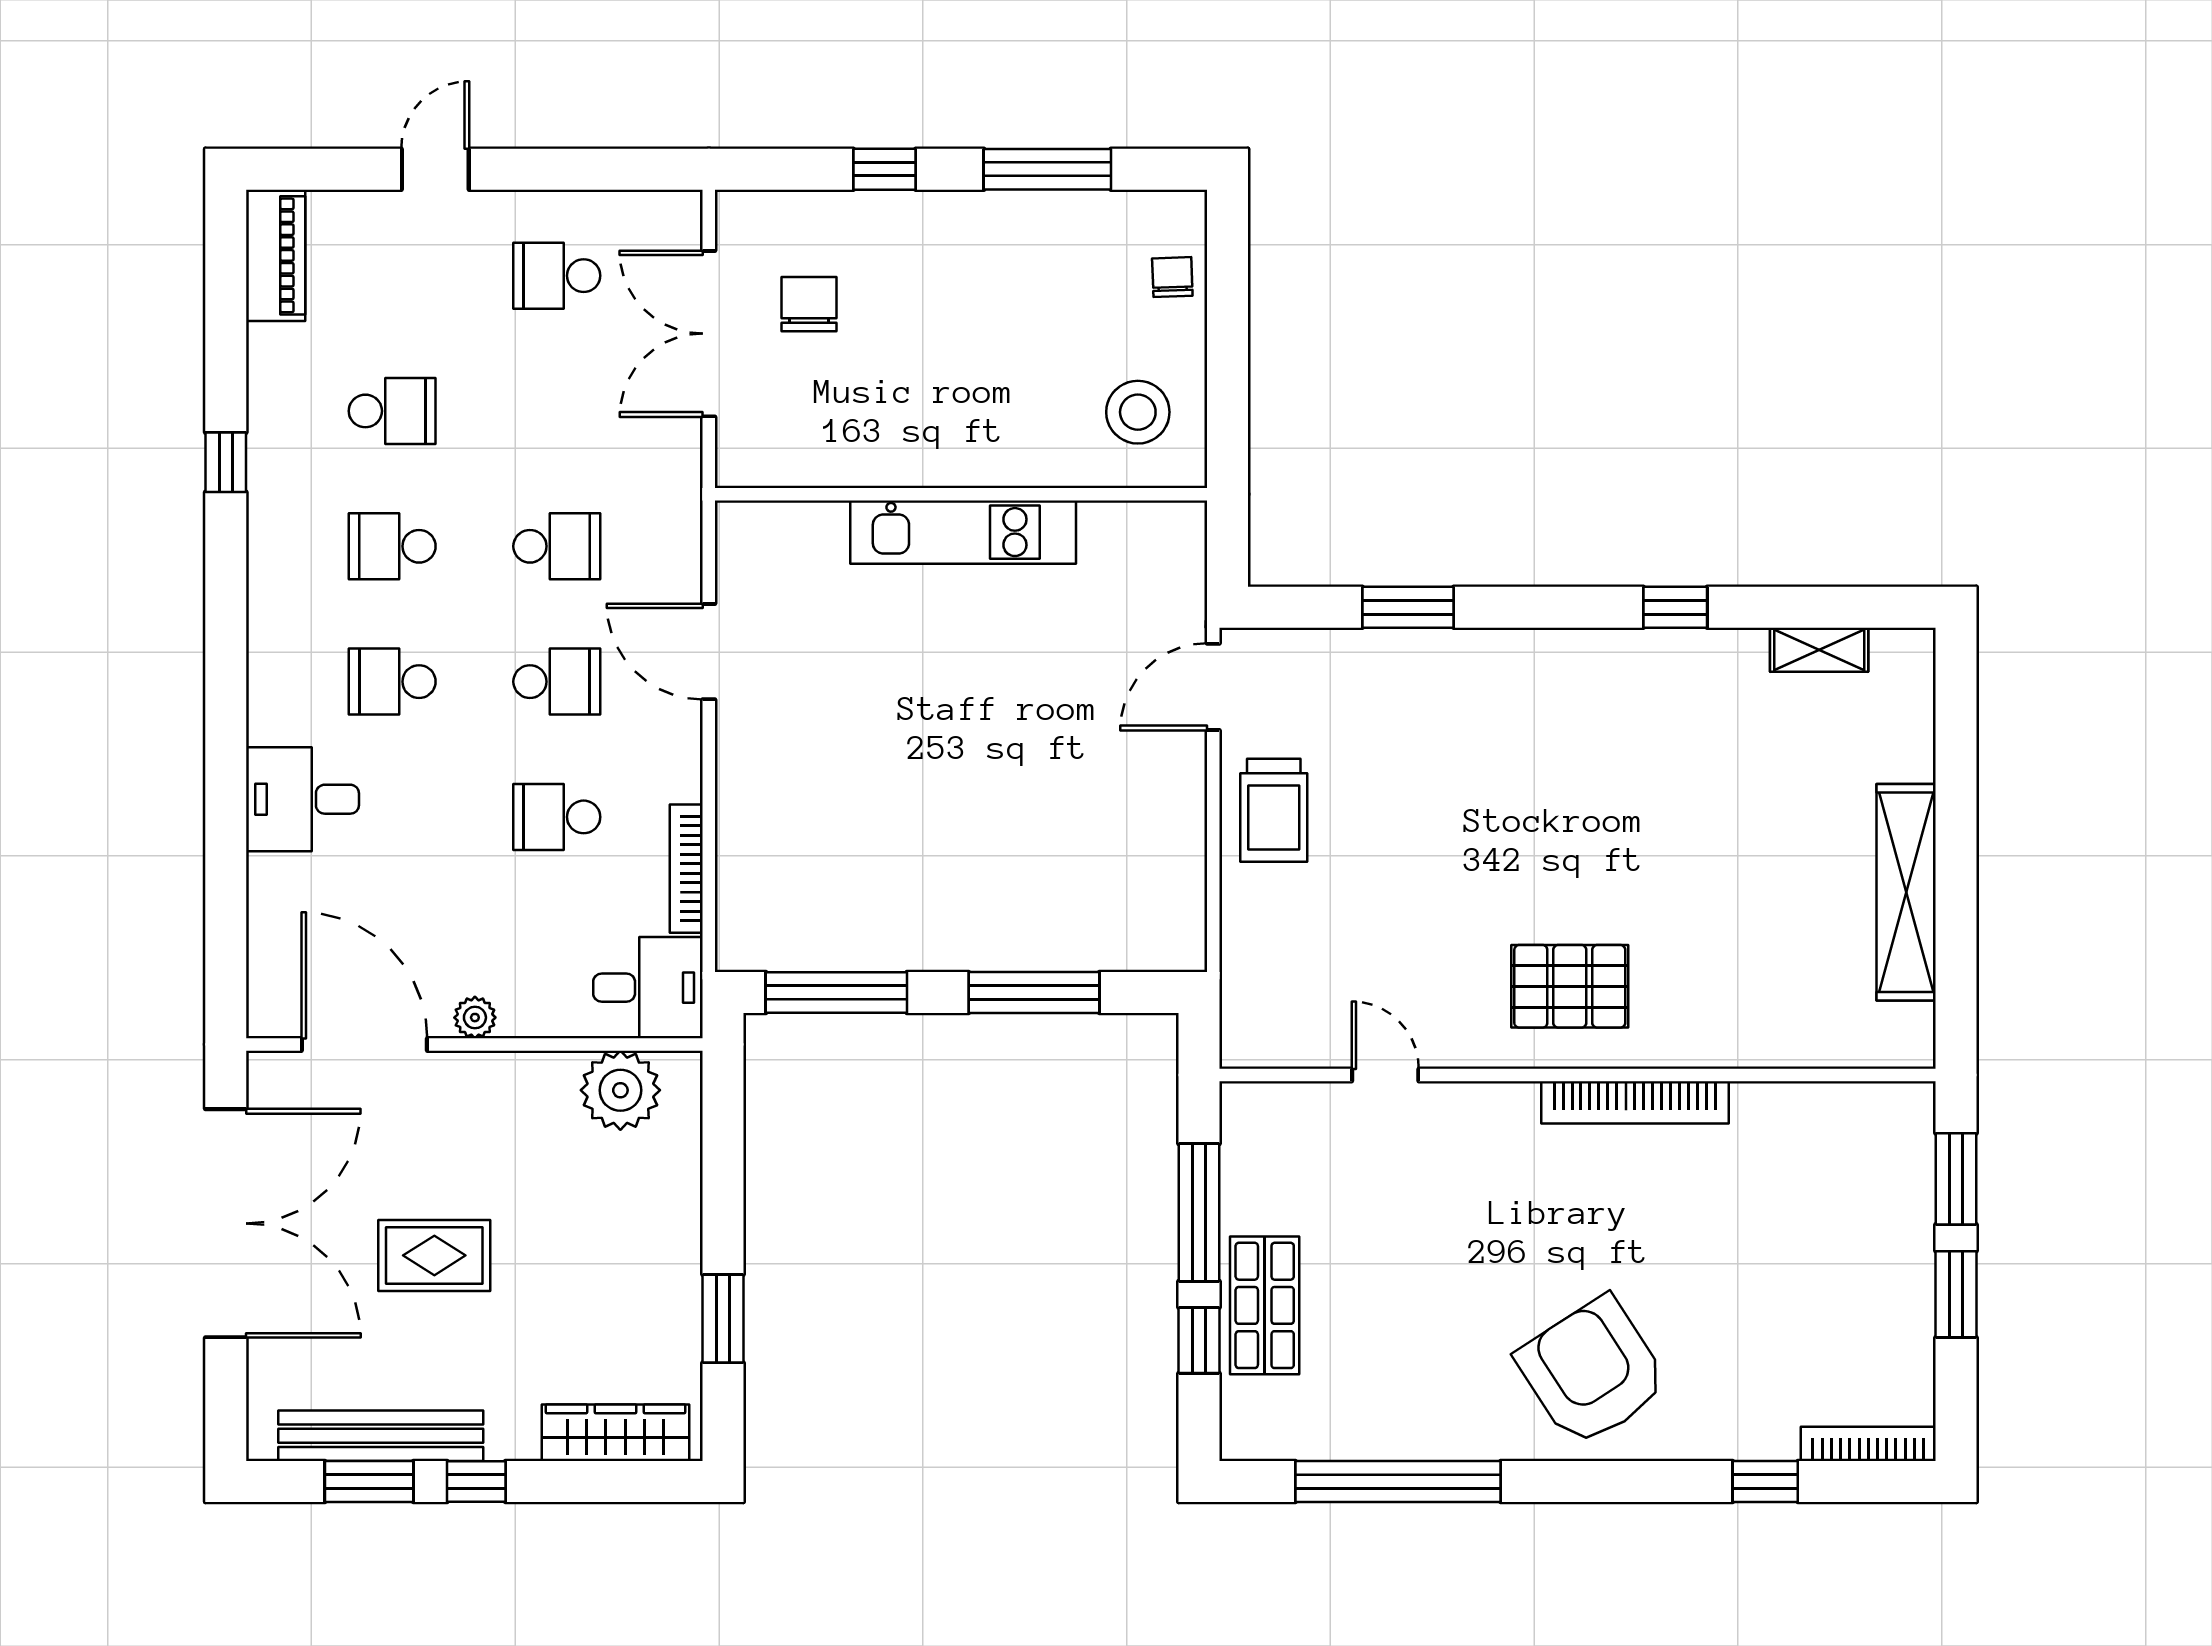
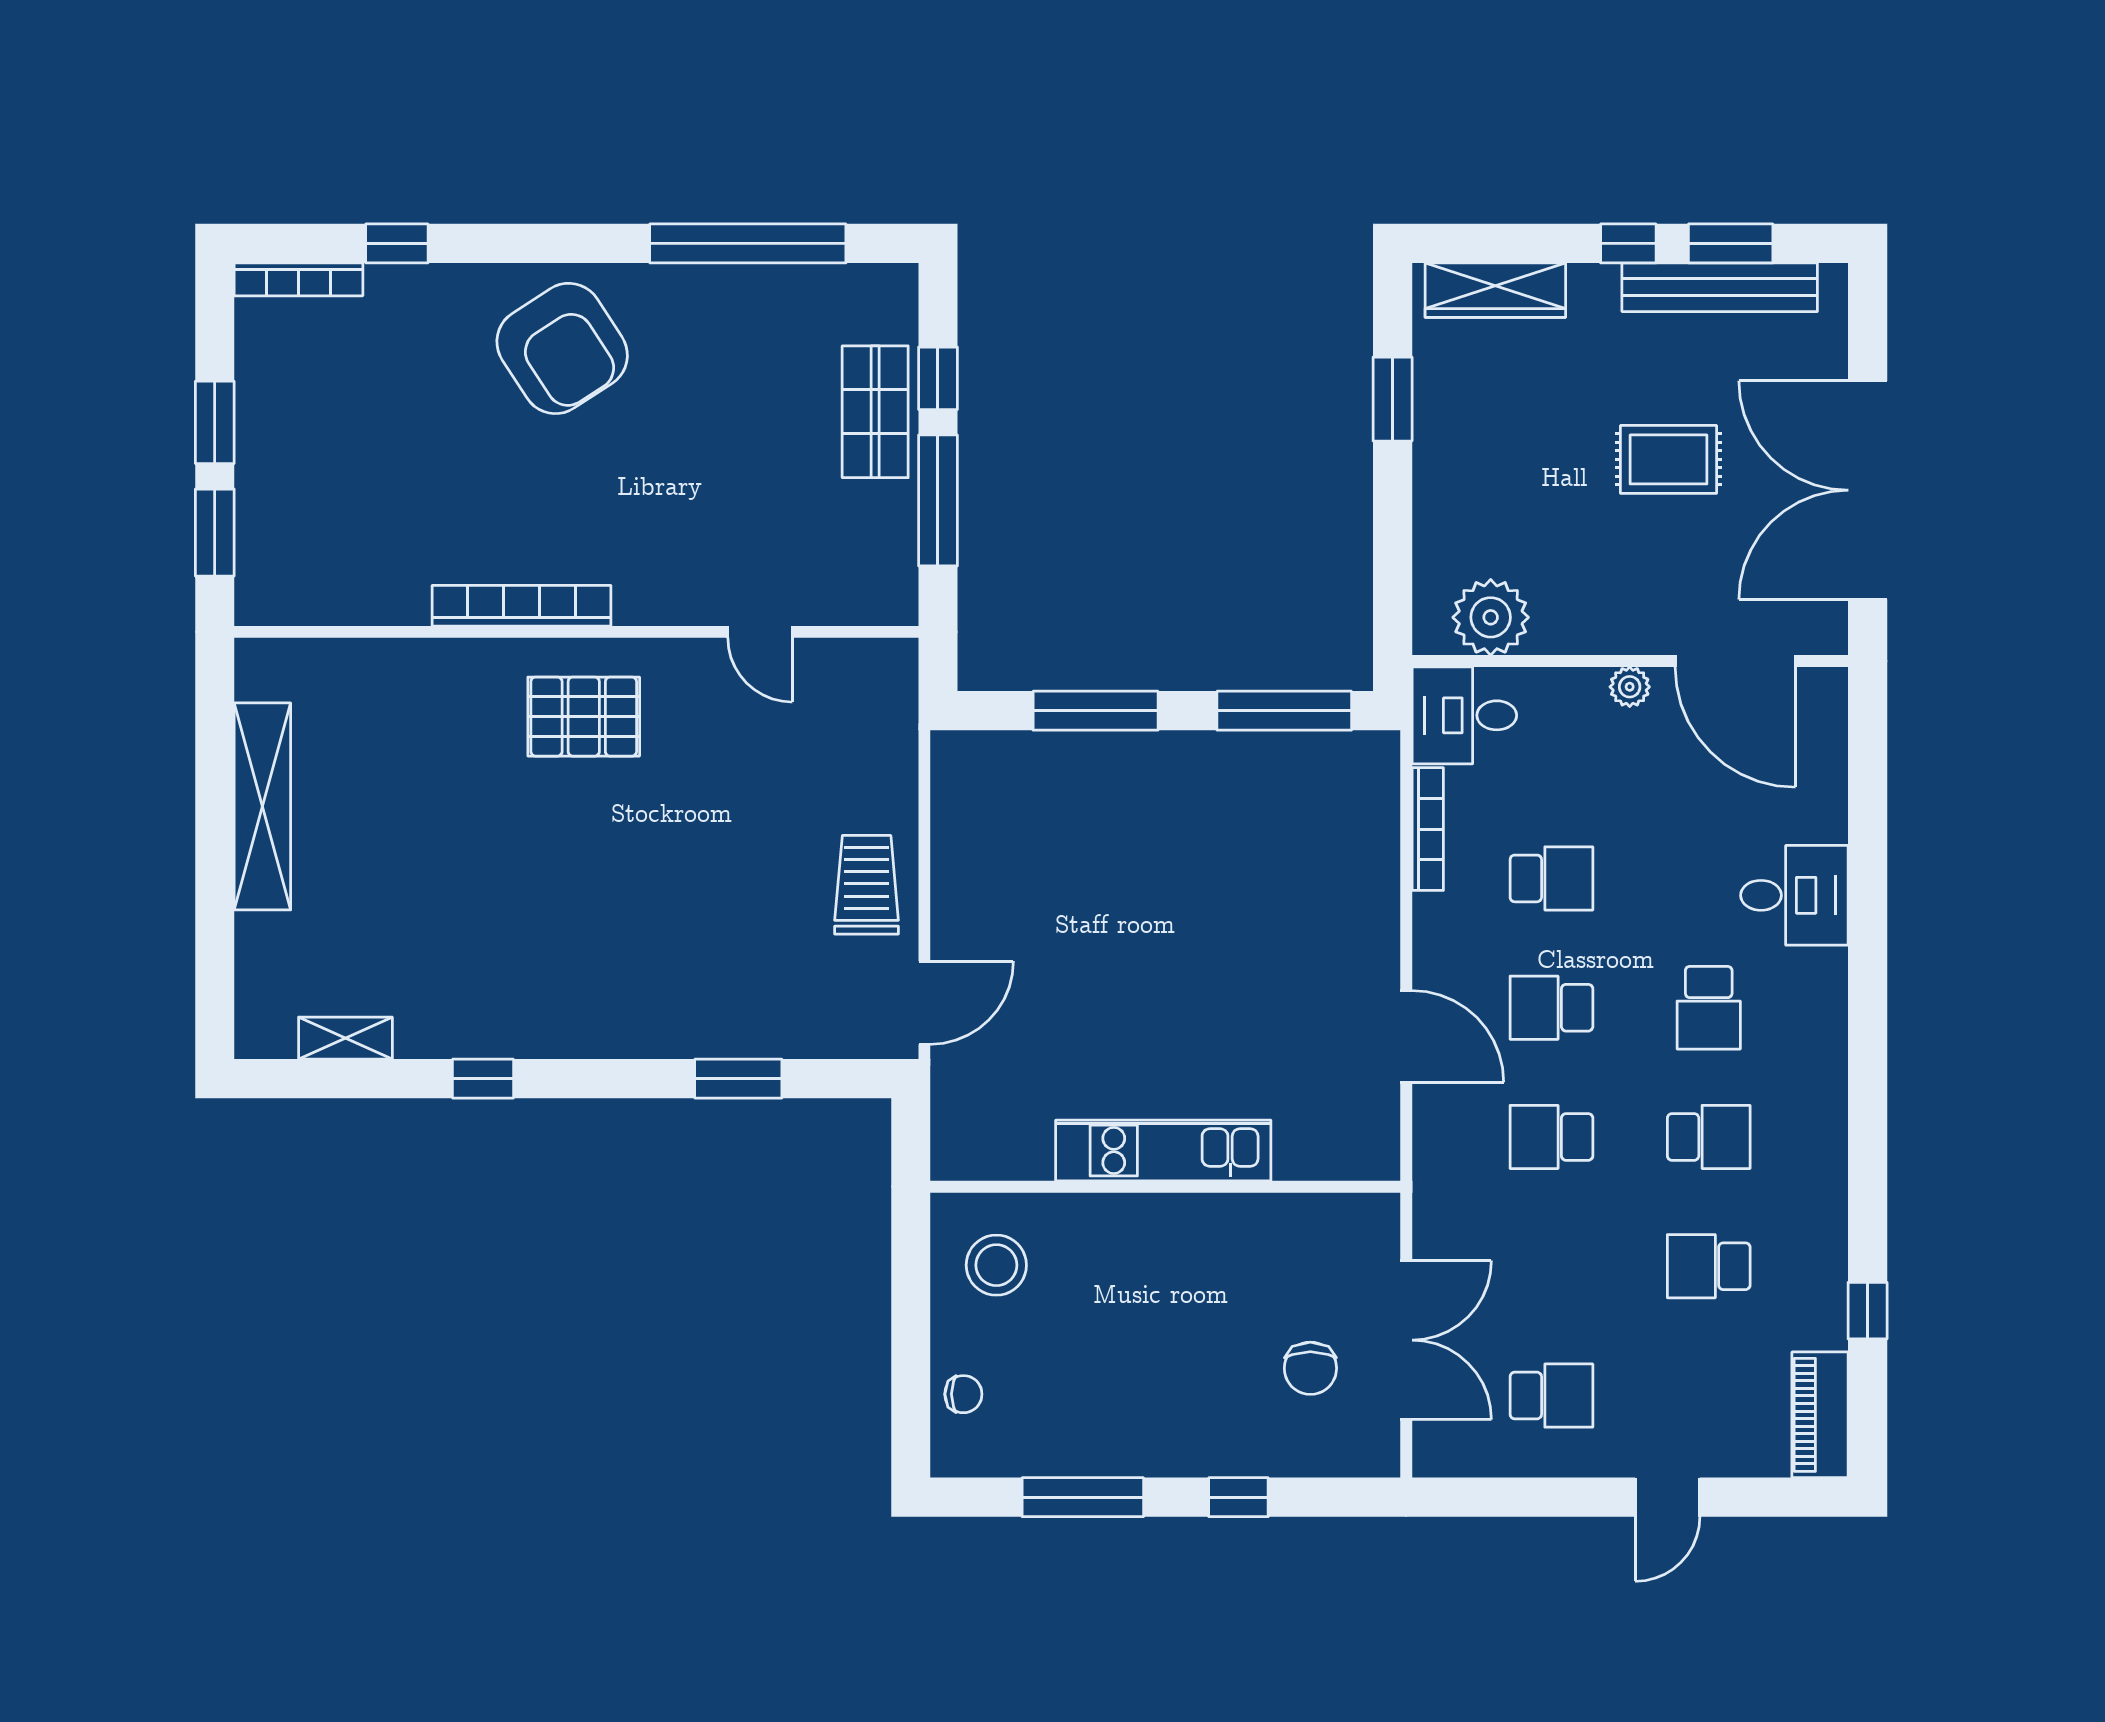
chair: (1172, 277) -> (963, 1394), turned -88
window: (226, 462) -> (1868, 1311), moved
school desk: (392, 682) -> (1709, 1008), turned 90

